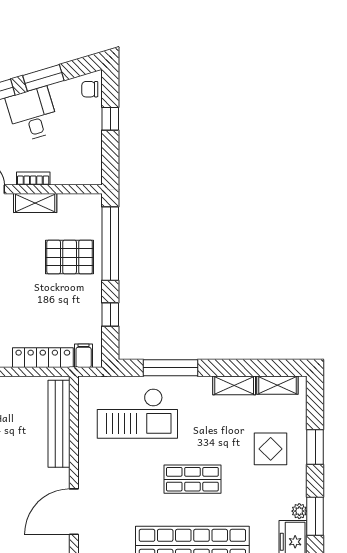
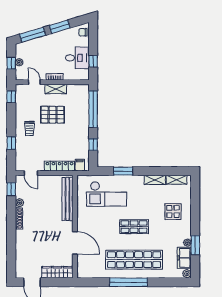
desk: (32, 114) -> (77, 58), moved, turned 107
window: (110, 119) -> (93, 61), moved
pallet: (70, 257) -> (53, 115), moved
window: (171, 368) -> (123, 171), width x0.69
window: (315, 447) -> (195, 211), removed
door: (74, 512) -> (75, 243), swing flipped

